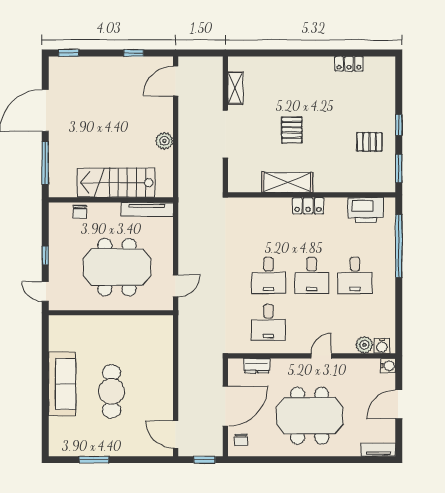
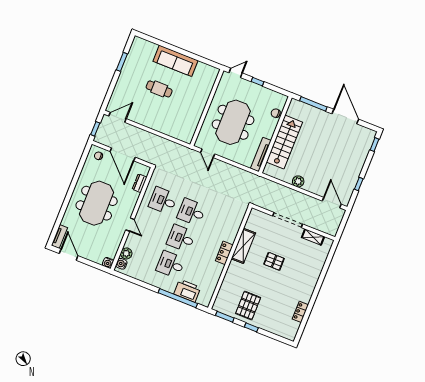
pallet: (369, 142) -> (248, 305), width x1.50, depth x1.42
printer: (366, 210) -> (187, 291), moved, turned 90
cafe table: (111, 391) -> (159, 89), width x0.73, depth x0.74
door: (399, 404) -> (69, 255), moved

